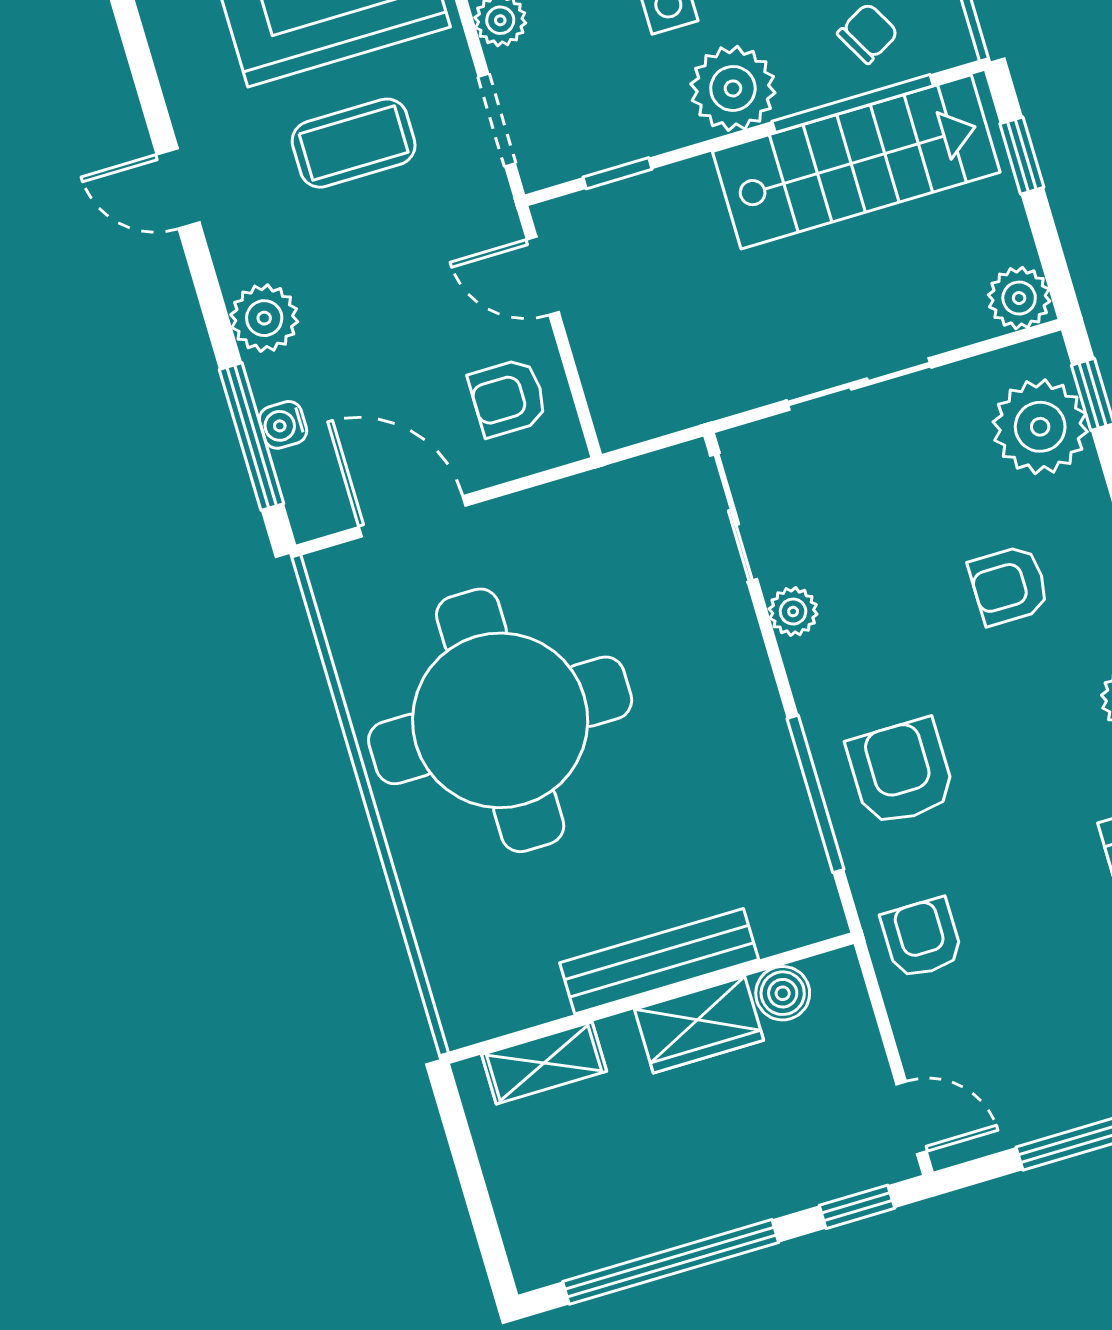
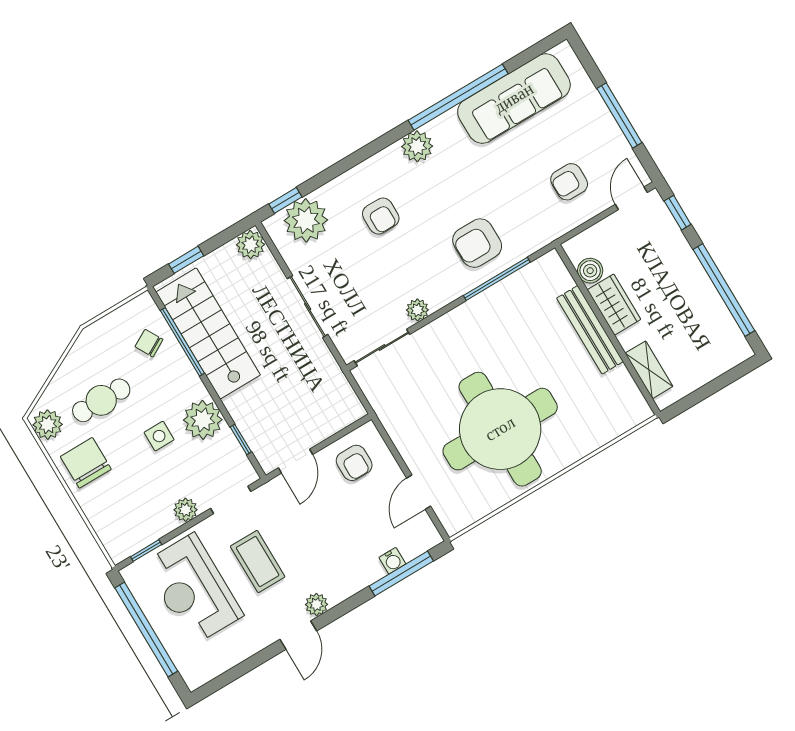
plant: (733, 88) -> (203, 420), moved
plant: (264, 318) -> (316, 604), moved, width x0.73, depth x0.73
door: (412, 516) -> (419, 492), width x0.73
armchair: (922, 938) -> (569, 182), moved

